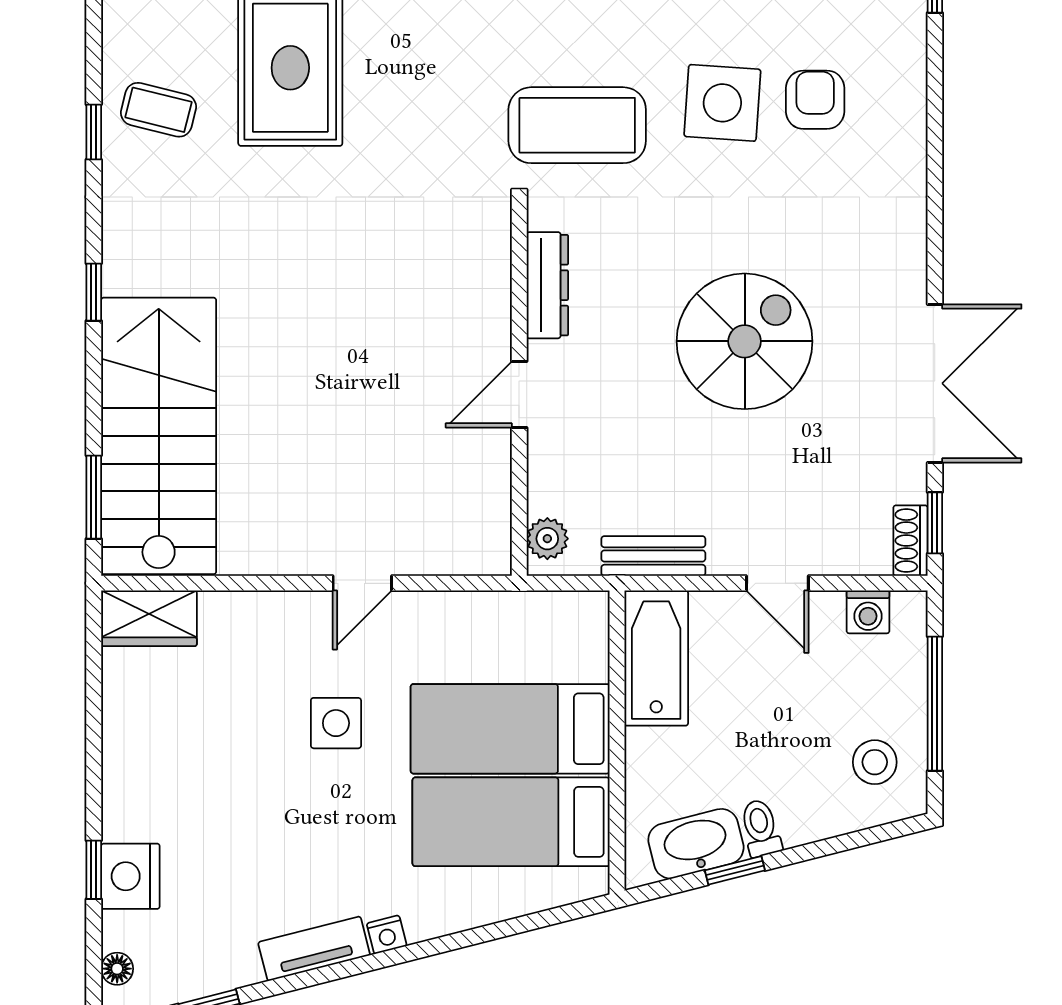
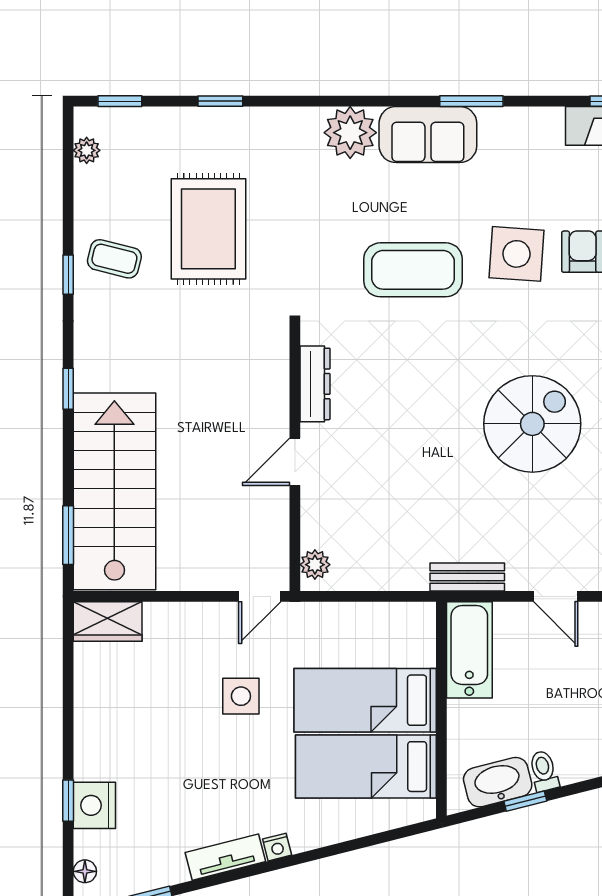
dresser: (547, 285) -> (315, 384), moved
wall: (519, 390) -> (295, 459), moved
door: (519, 394) -> (295, 462), moved
plant: (547, 539) -> (315, 565), moved

